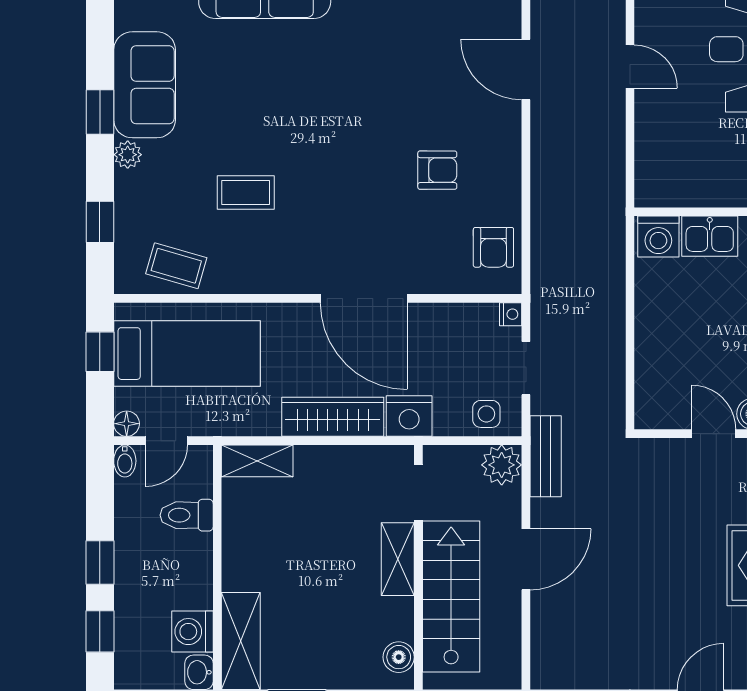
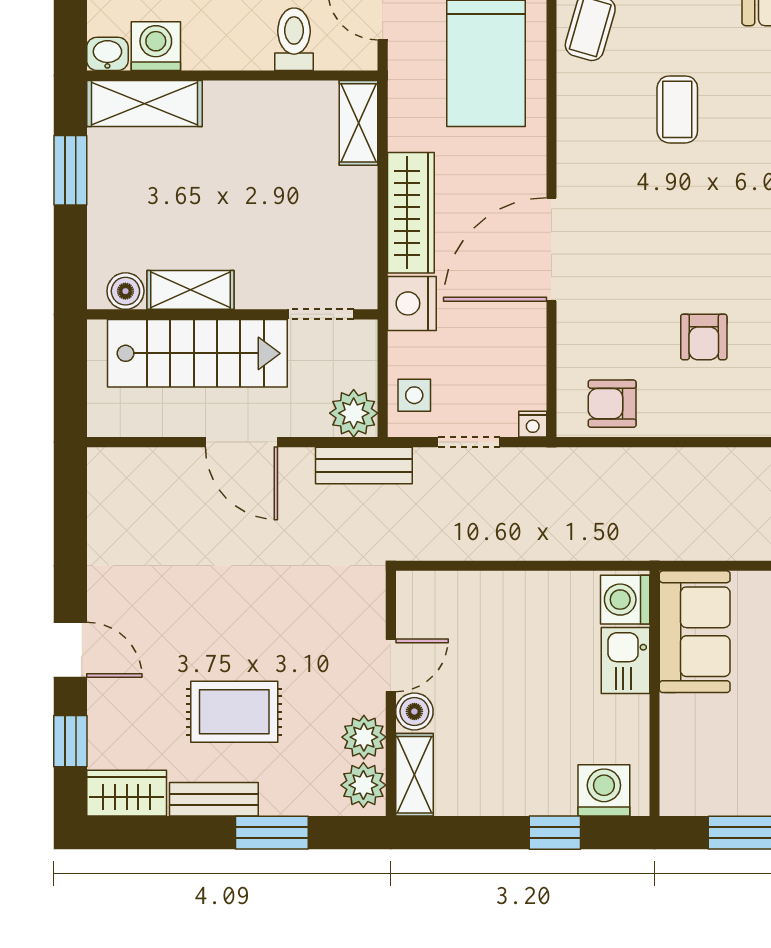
sofa: (685, 178) -> (695, 632), added
shelving: (398, 559) -> (190, 290), moved

